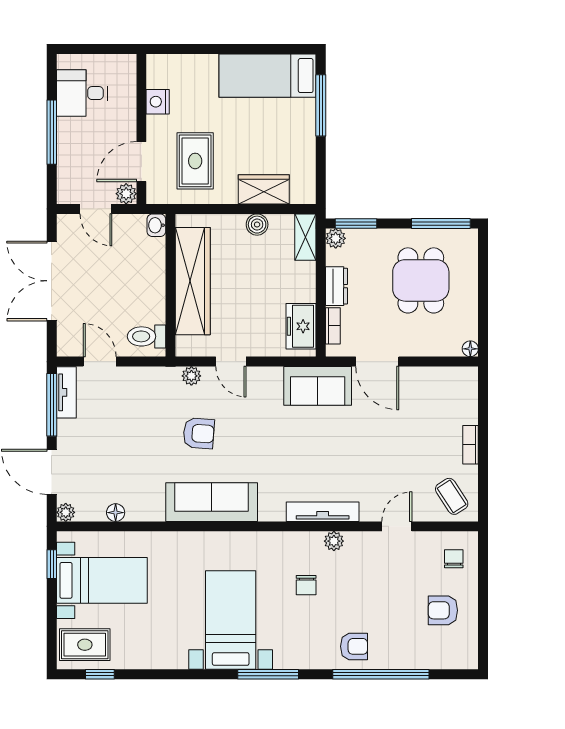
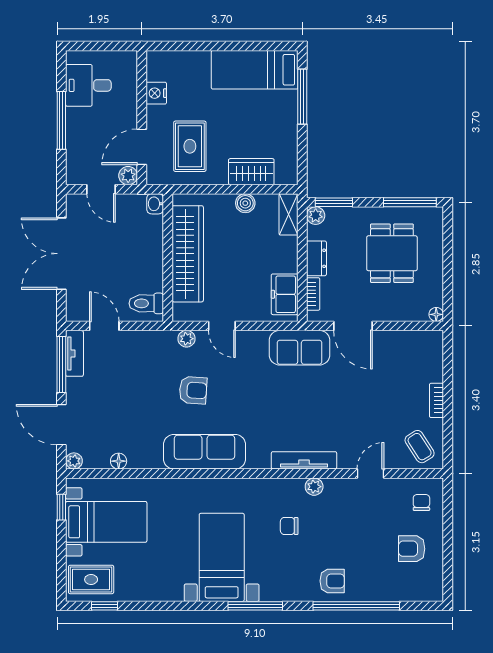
chair: (306, 585) -> (289, 526), turned 90

